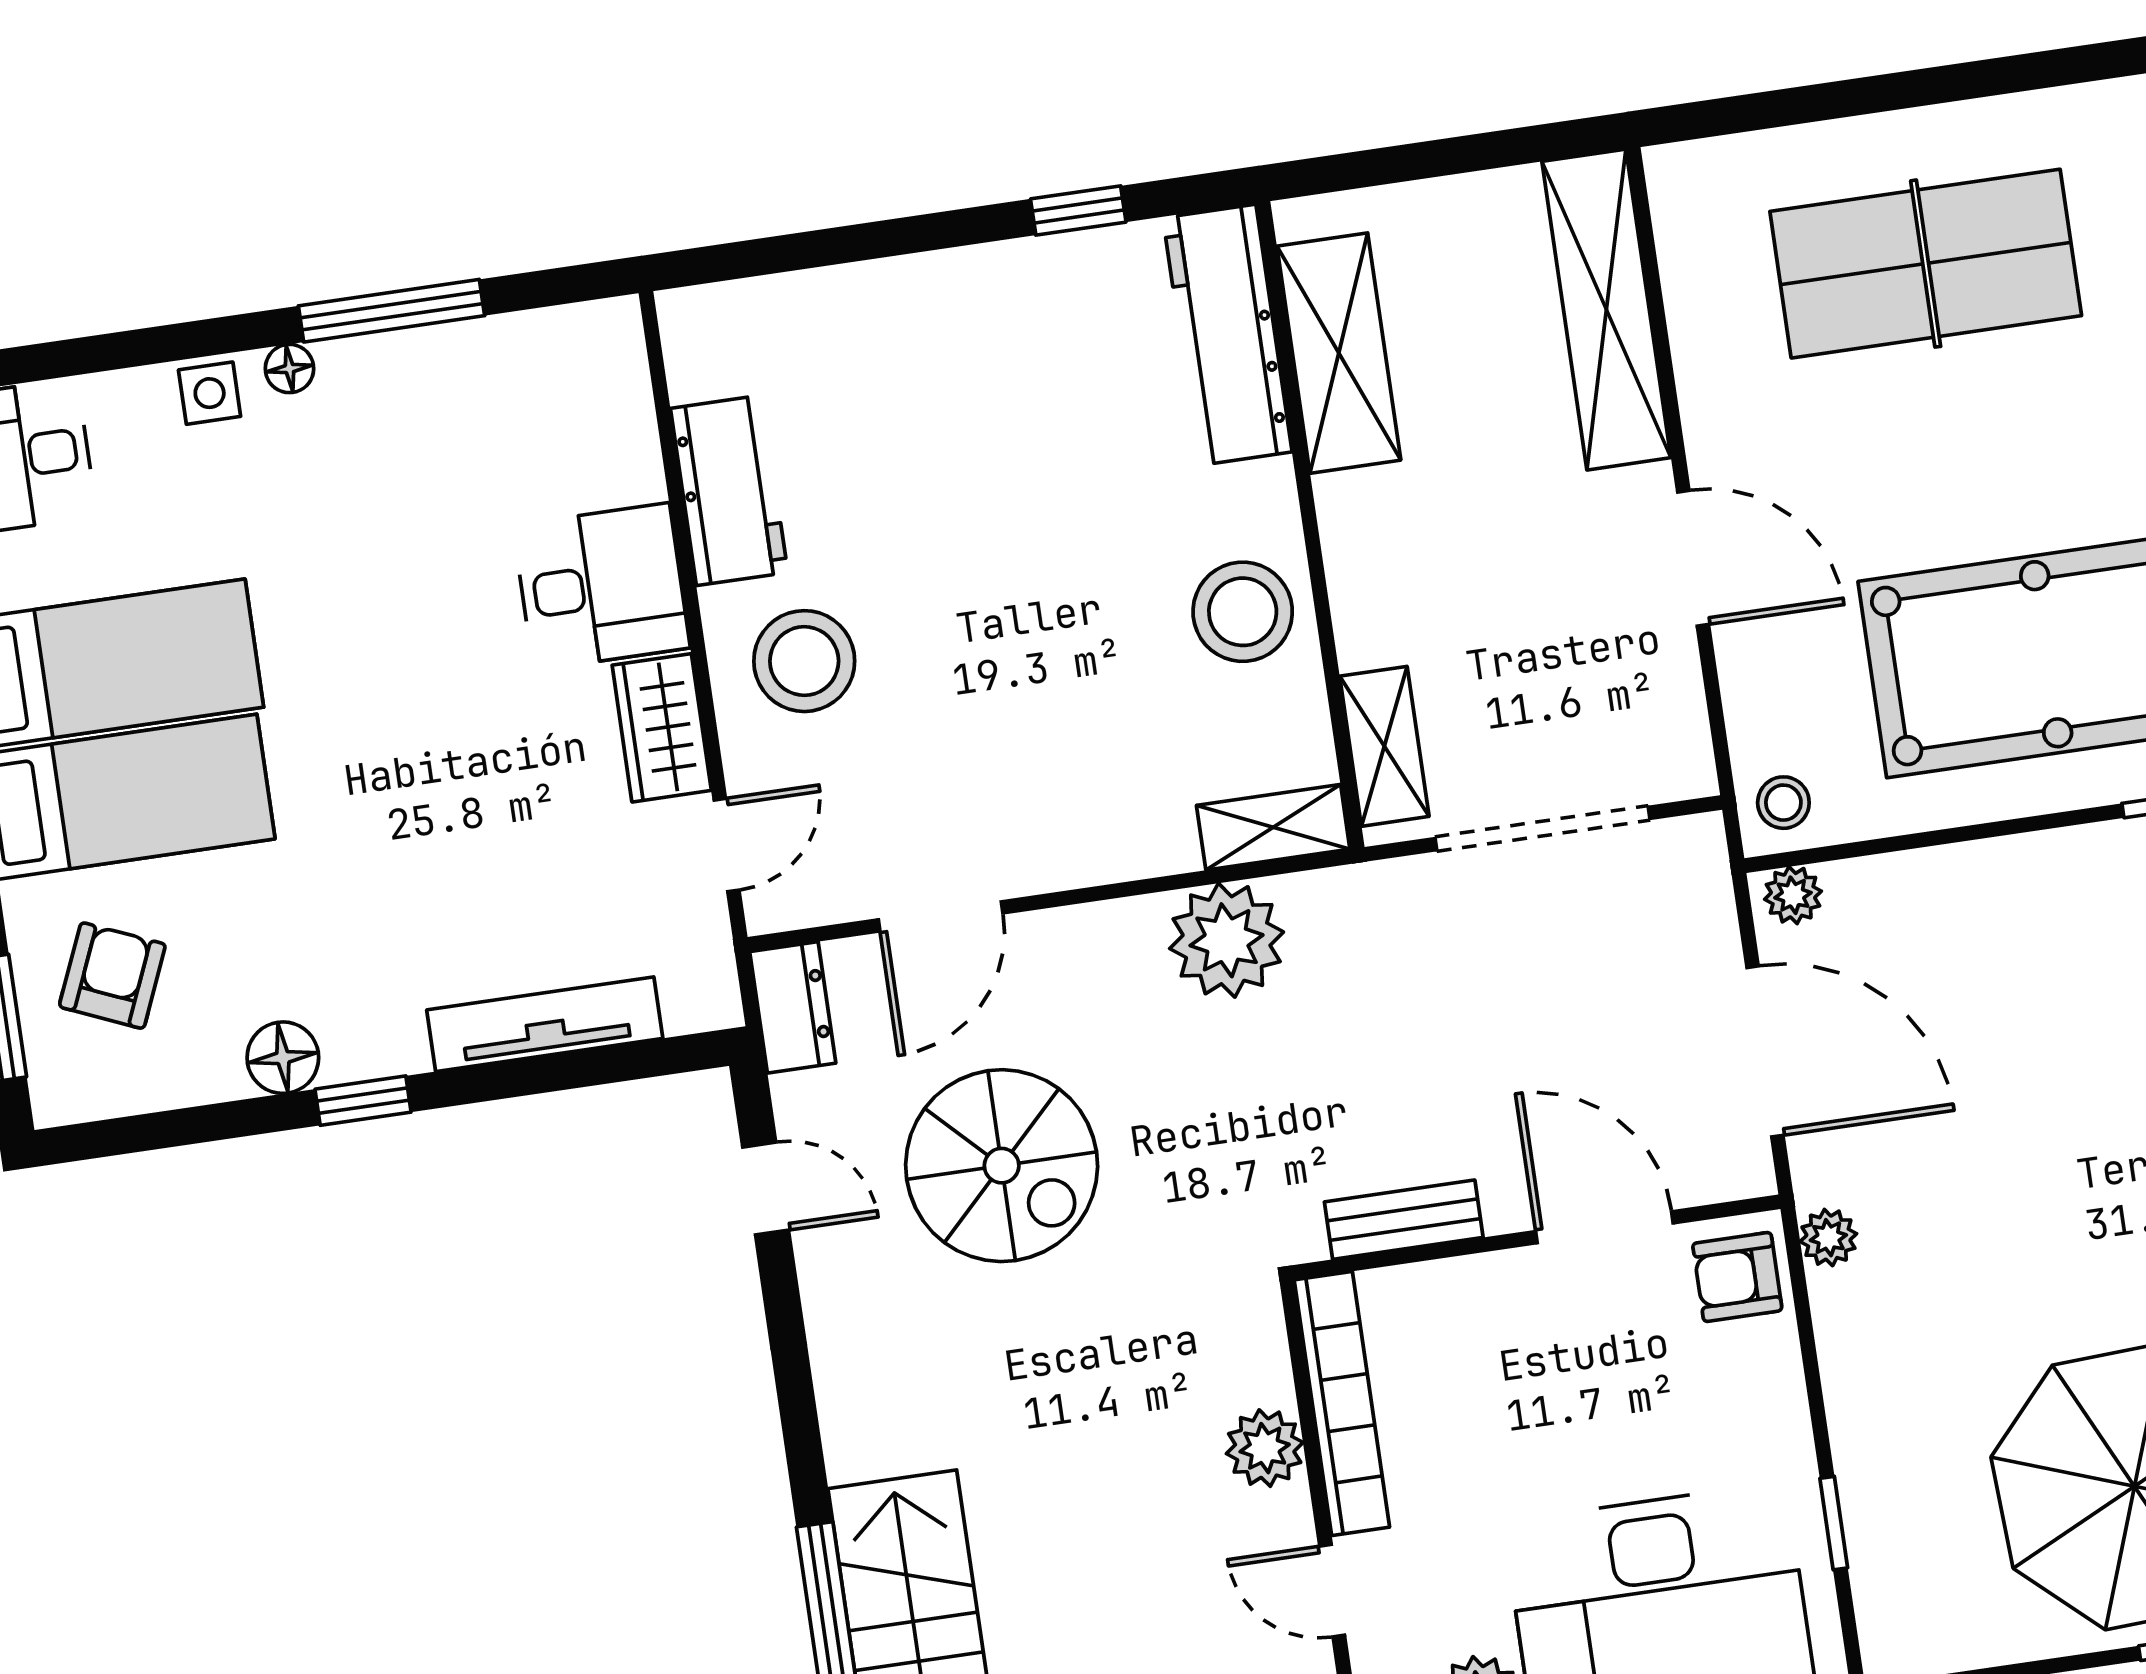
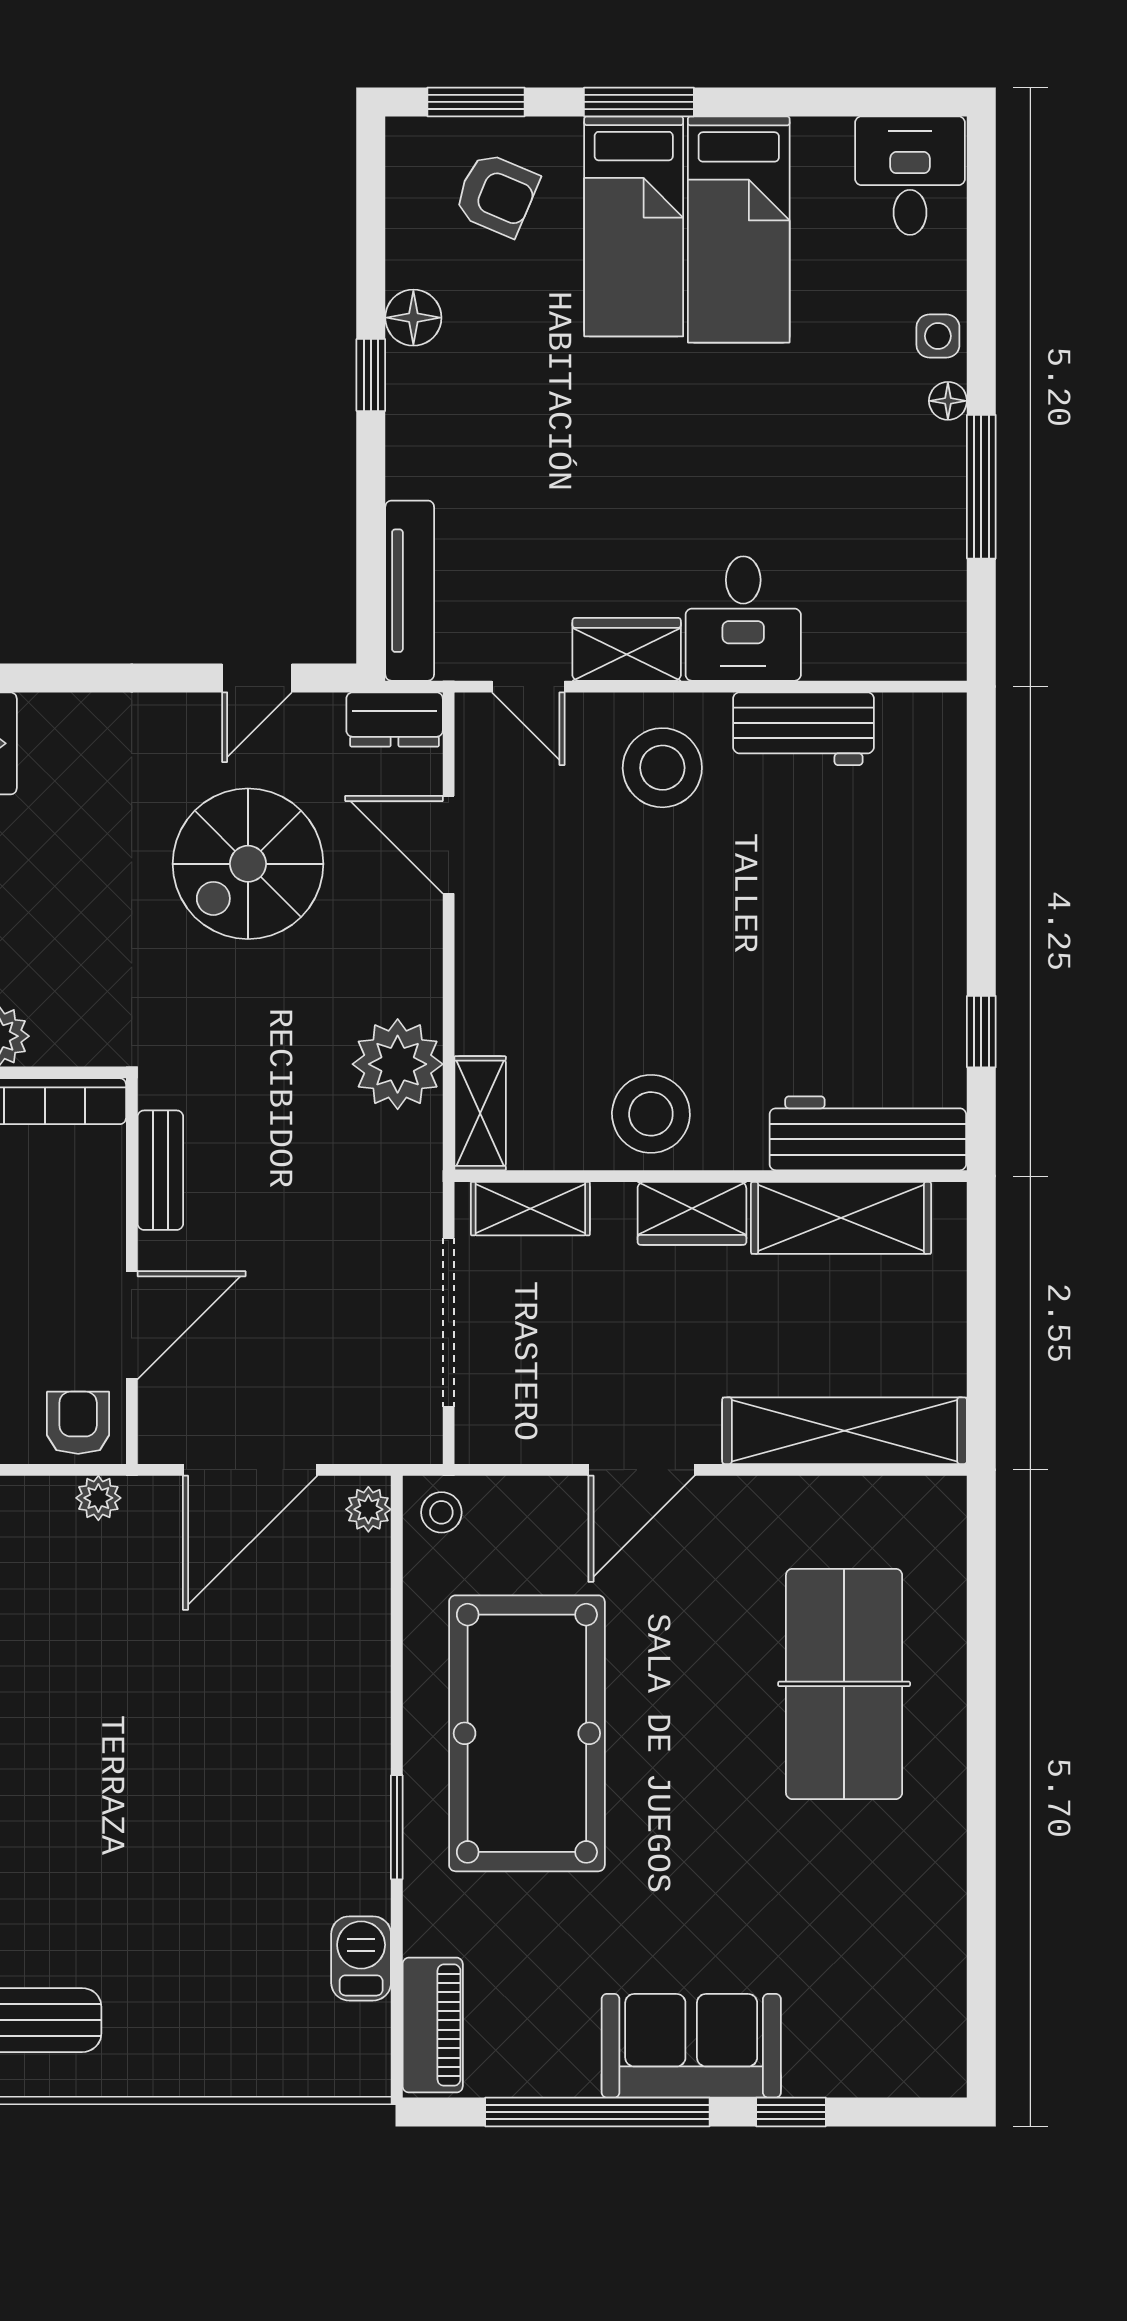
wardrobe: (1361, 542) -> (692, 1213), added
tv unit: (545, 1024) -> (410, 591), moved

